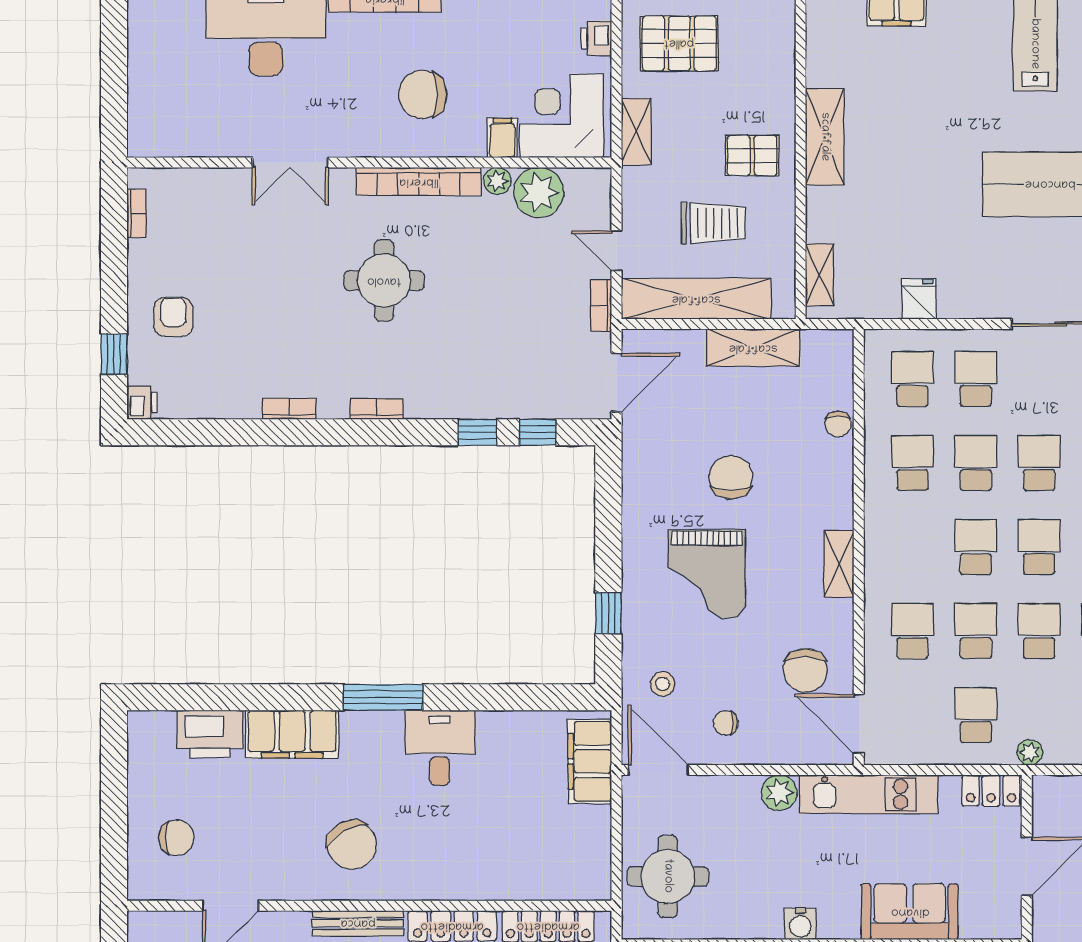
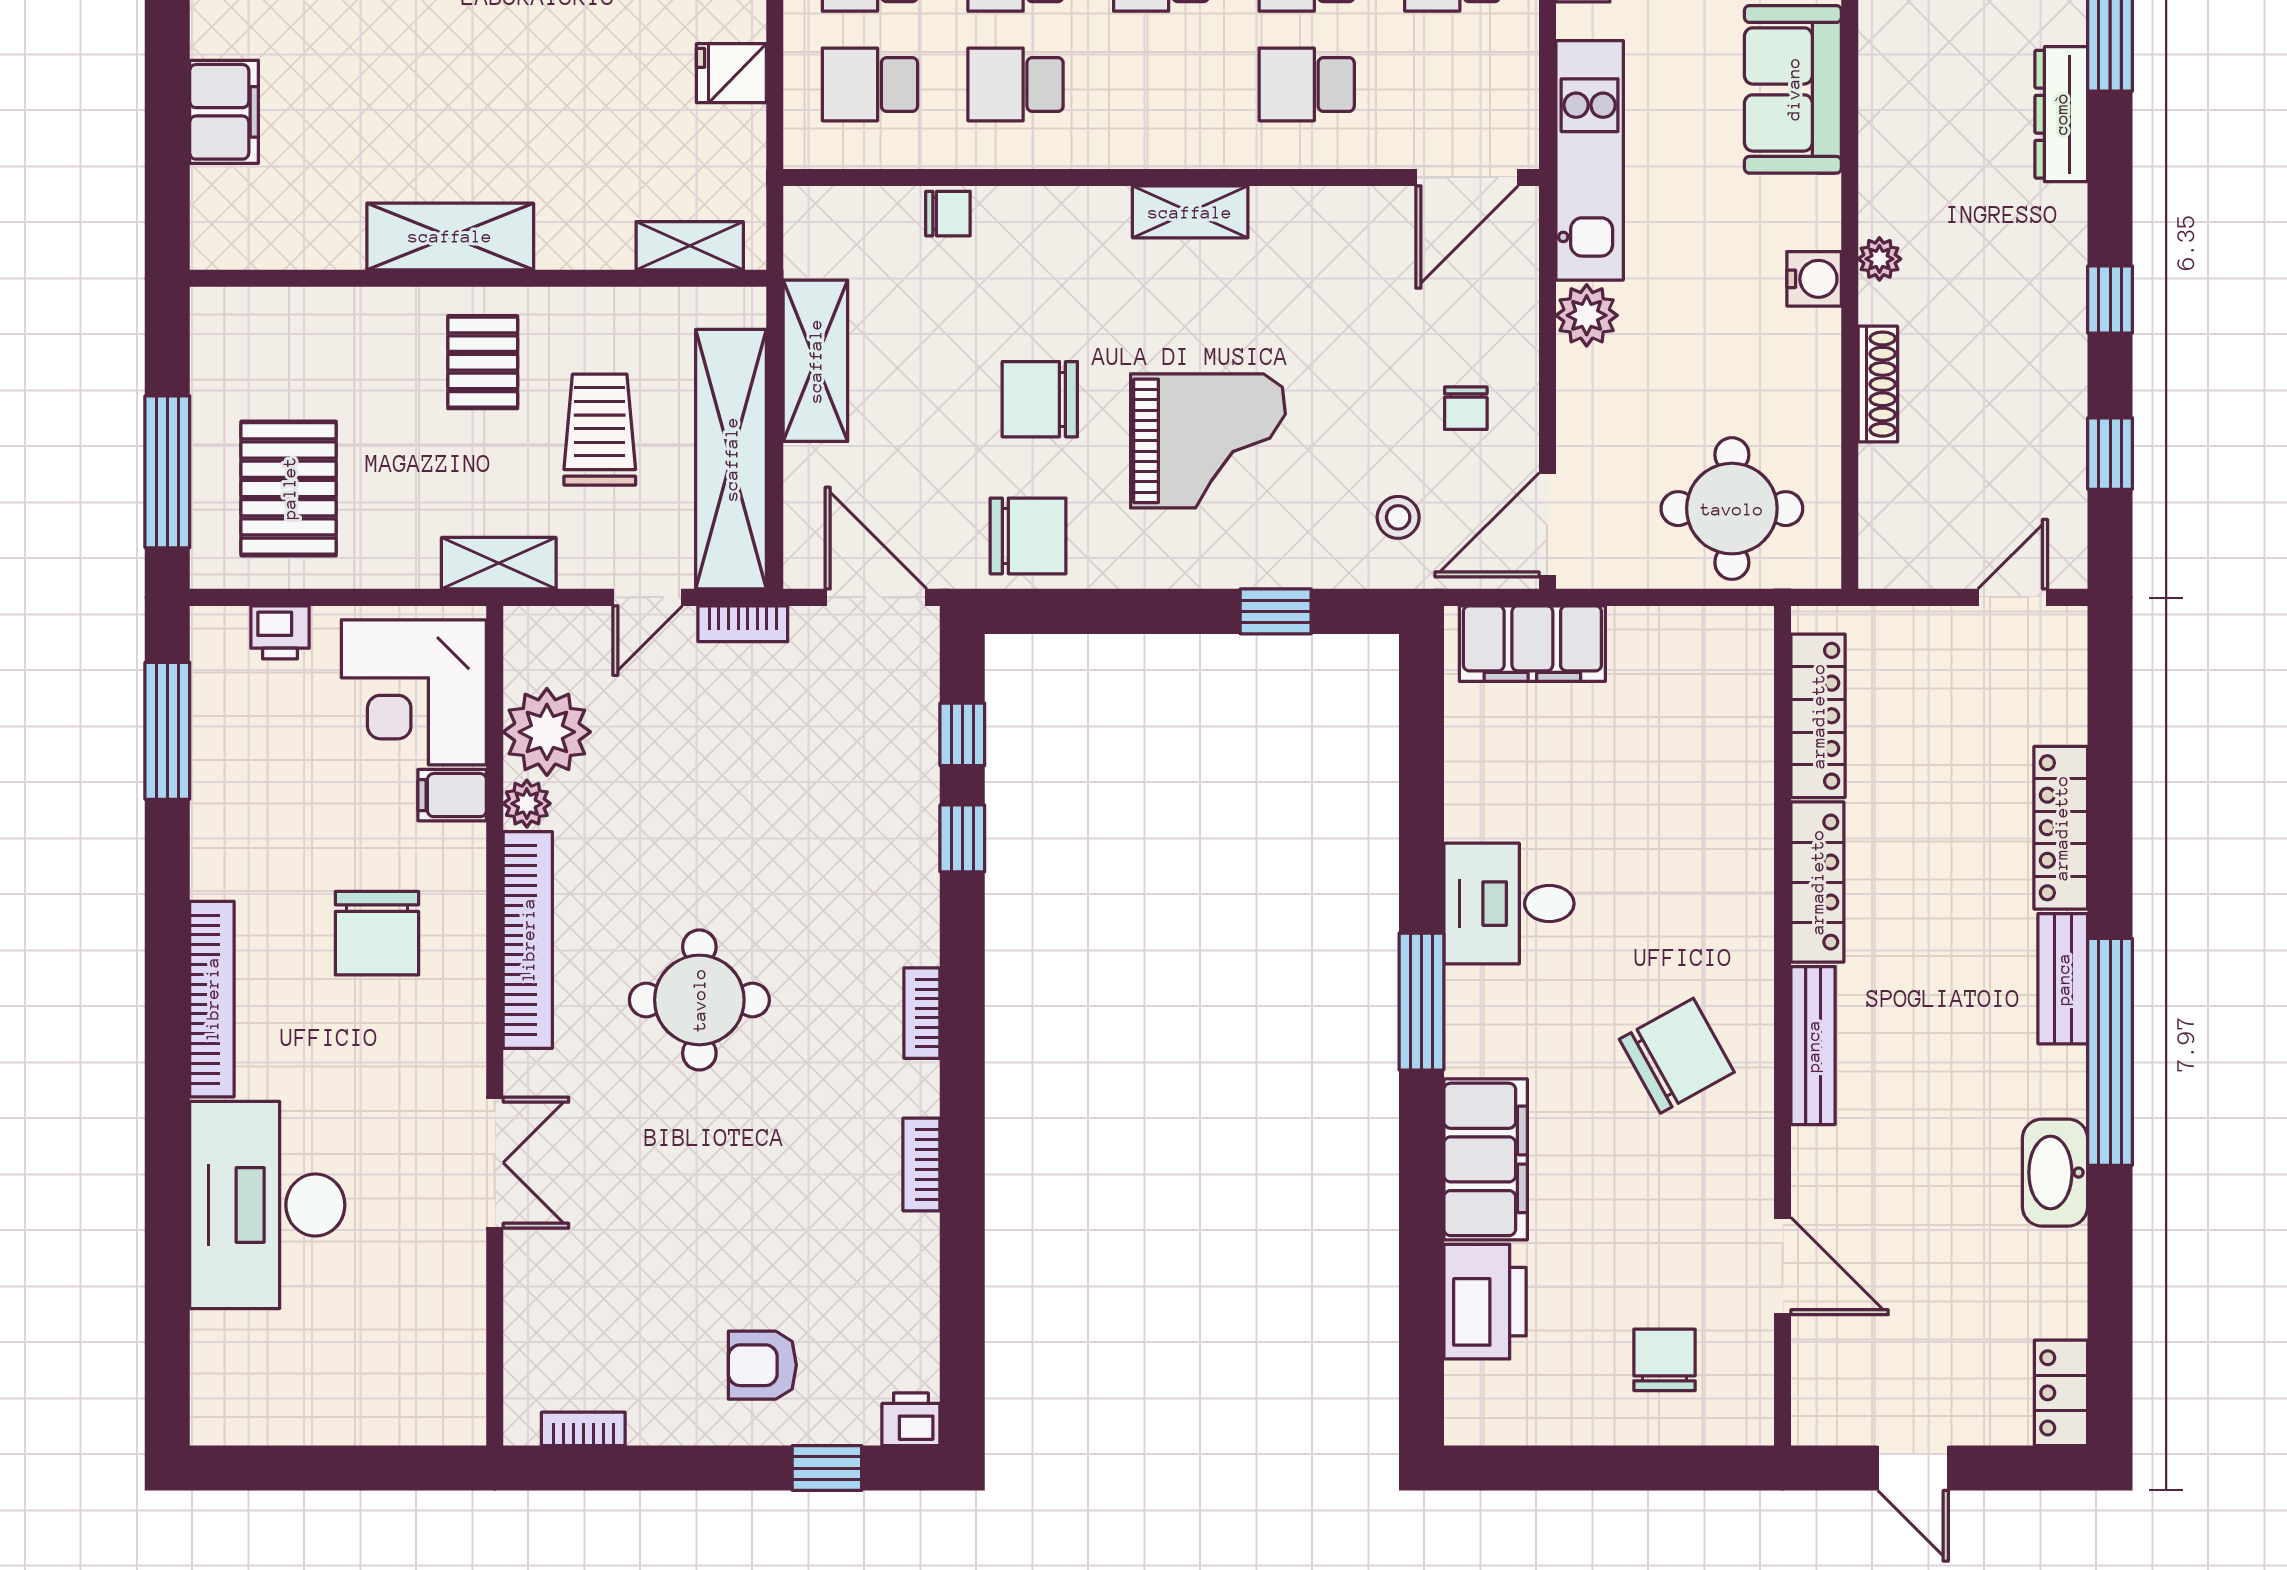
shelving: (636, 132) -> (499, 563), moved
chair: (805, 670) -> (1028, 536), moved

